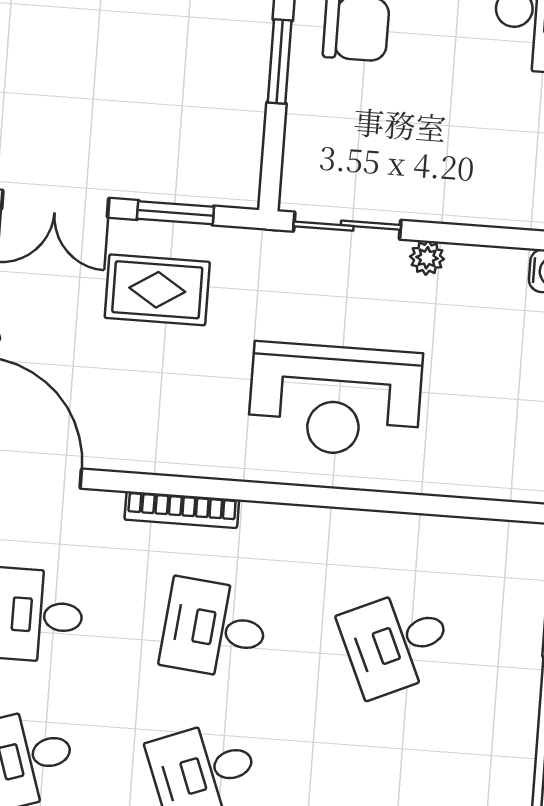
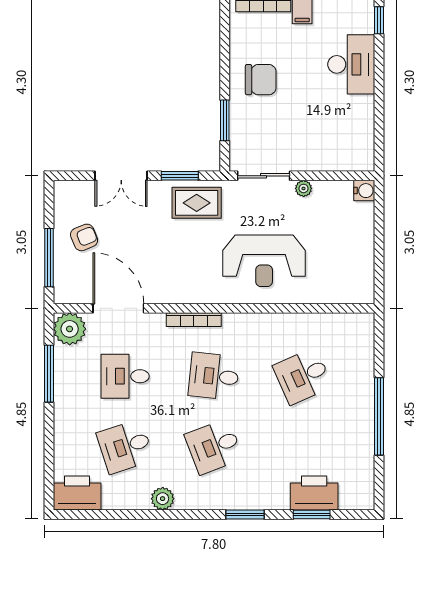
window: (280, 61) -> (225, 120), moved
rug: (157, 290) -> (197, 203), moved

